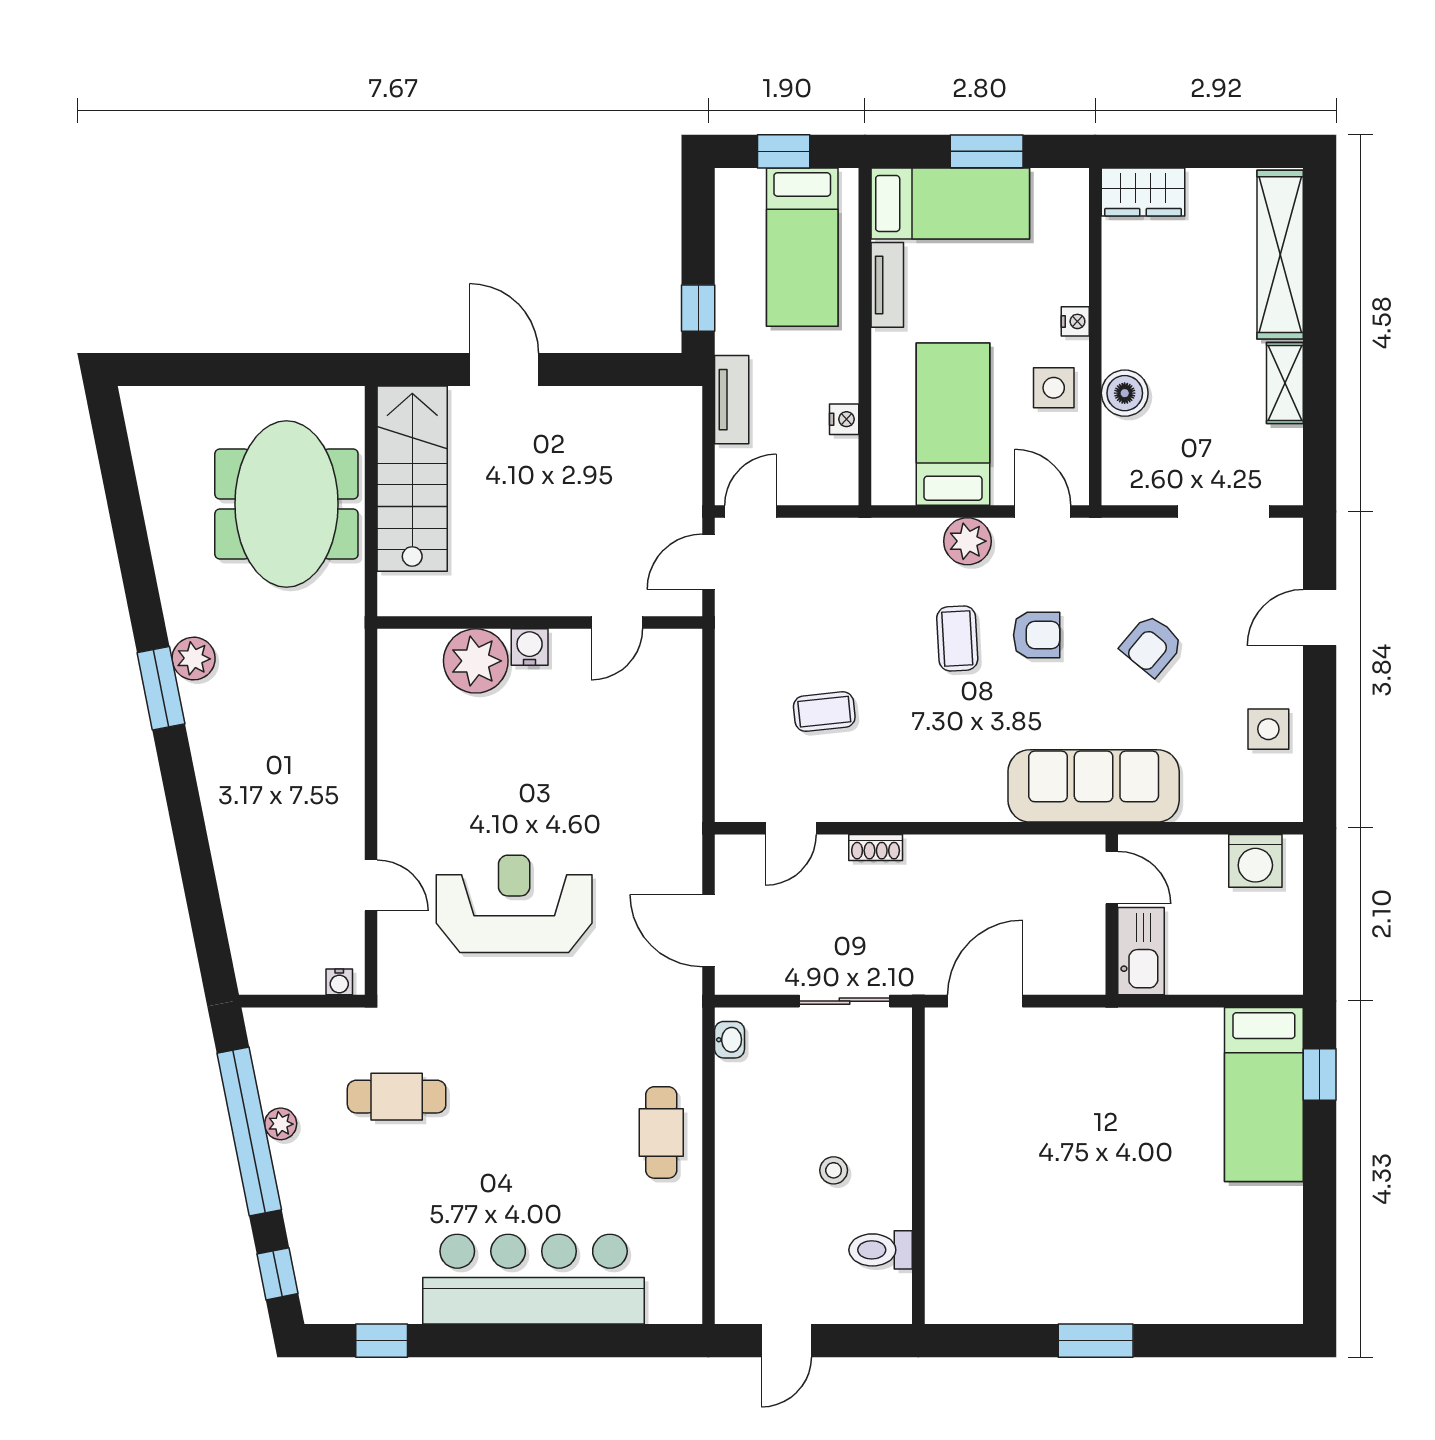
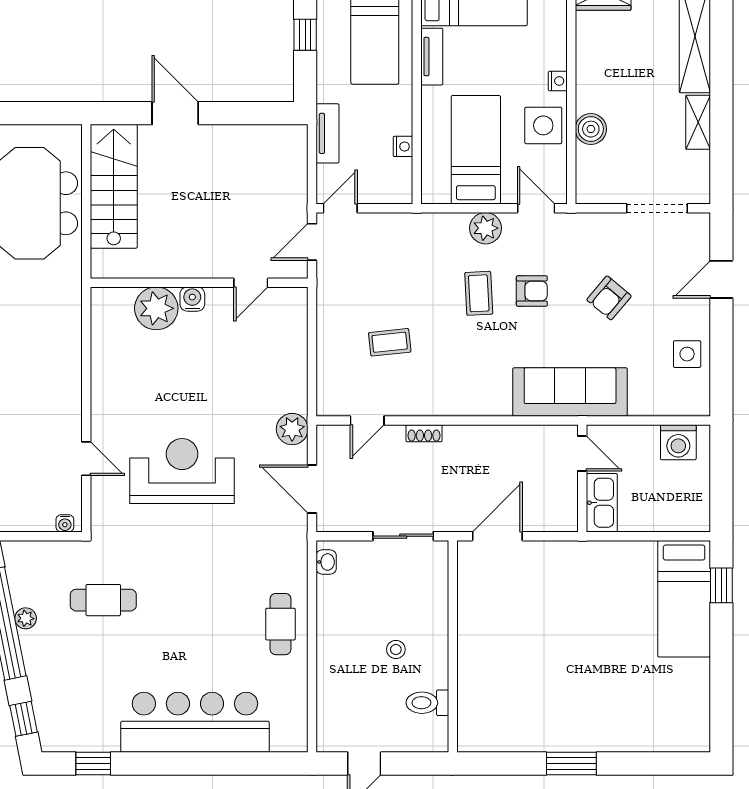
window: (698, 308) -> (305, 35), moved
side table: (1054, 388) -> (543, 125), width x1.37, depth x1.37
plant: (679, 841) -> (292, 429), added

